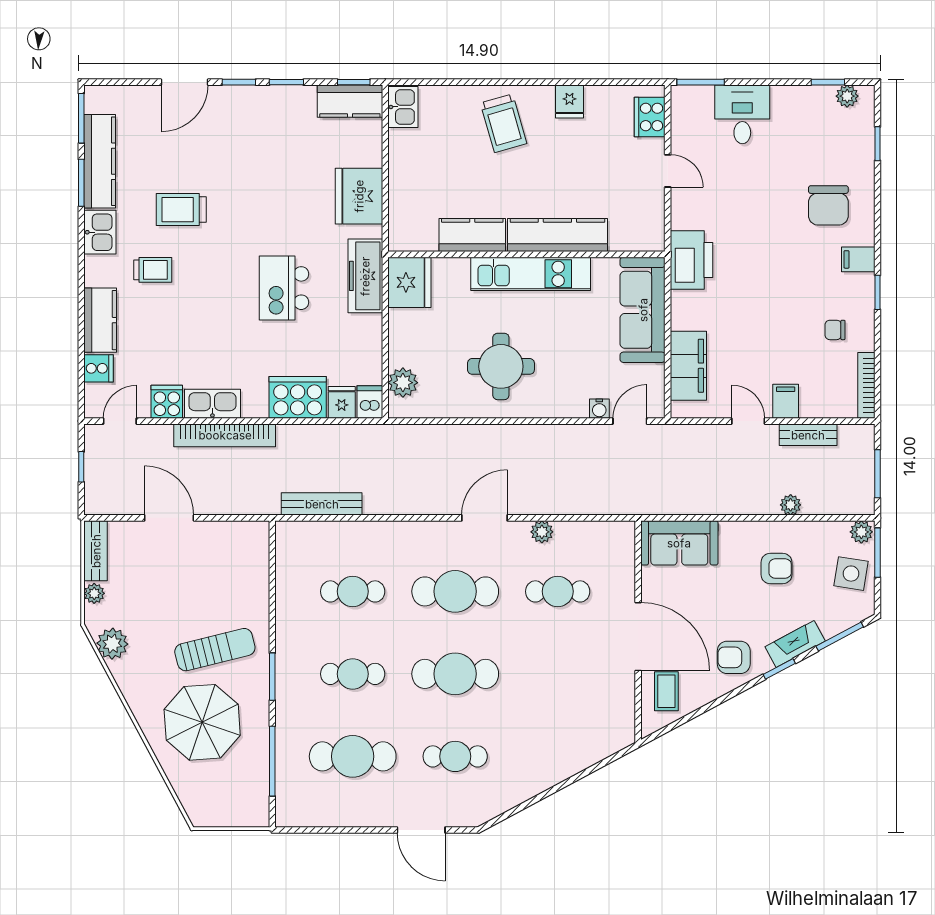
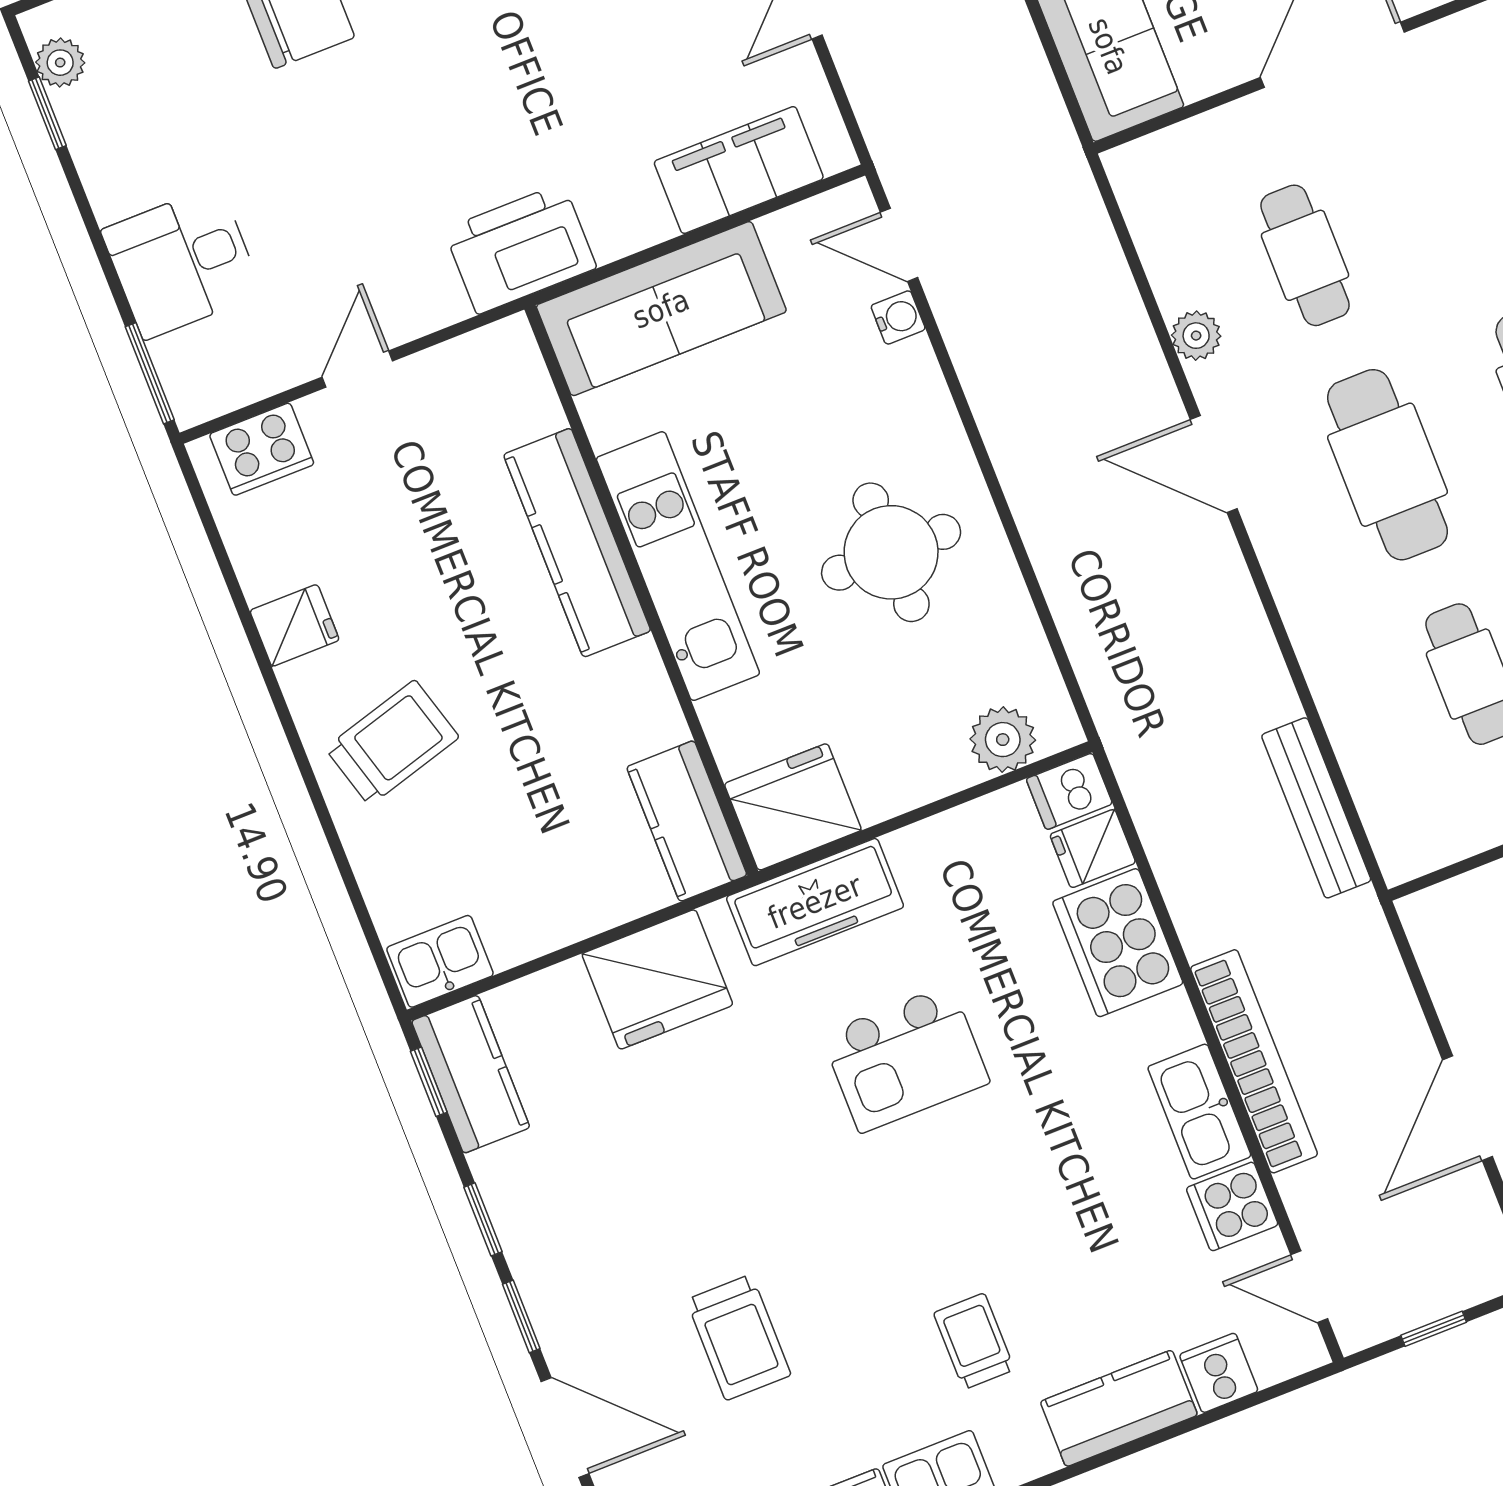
trolley: (181, 210) -> (739, 1337), moved
kitchen counter: (472, 235) -> (687, 821), moved

